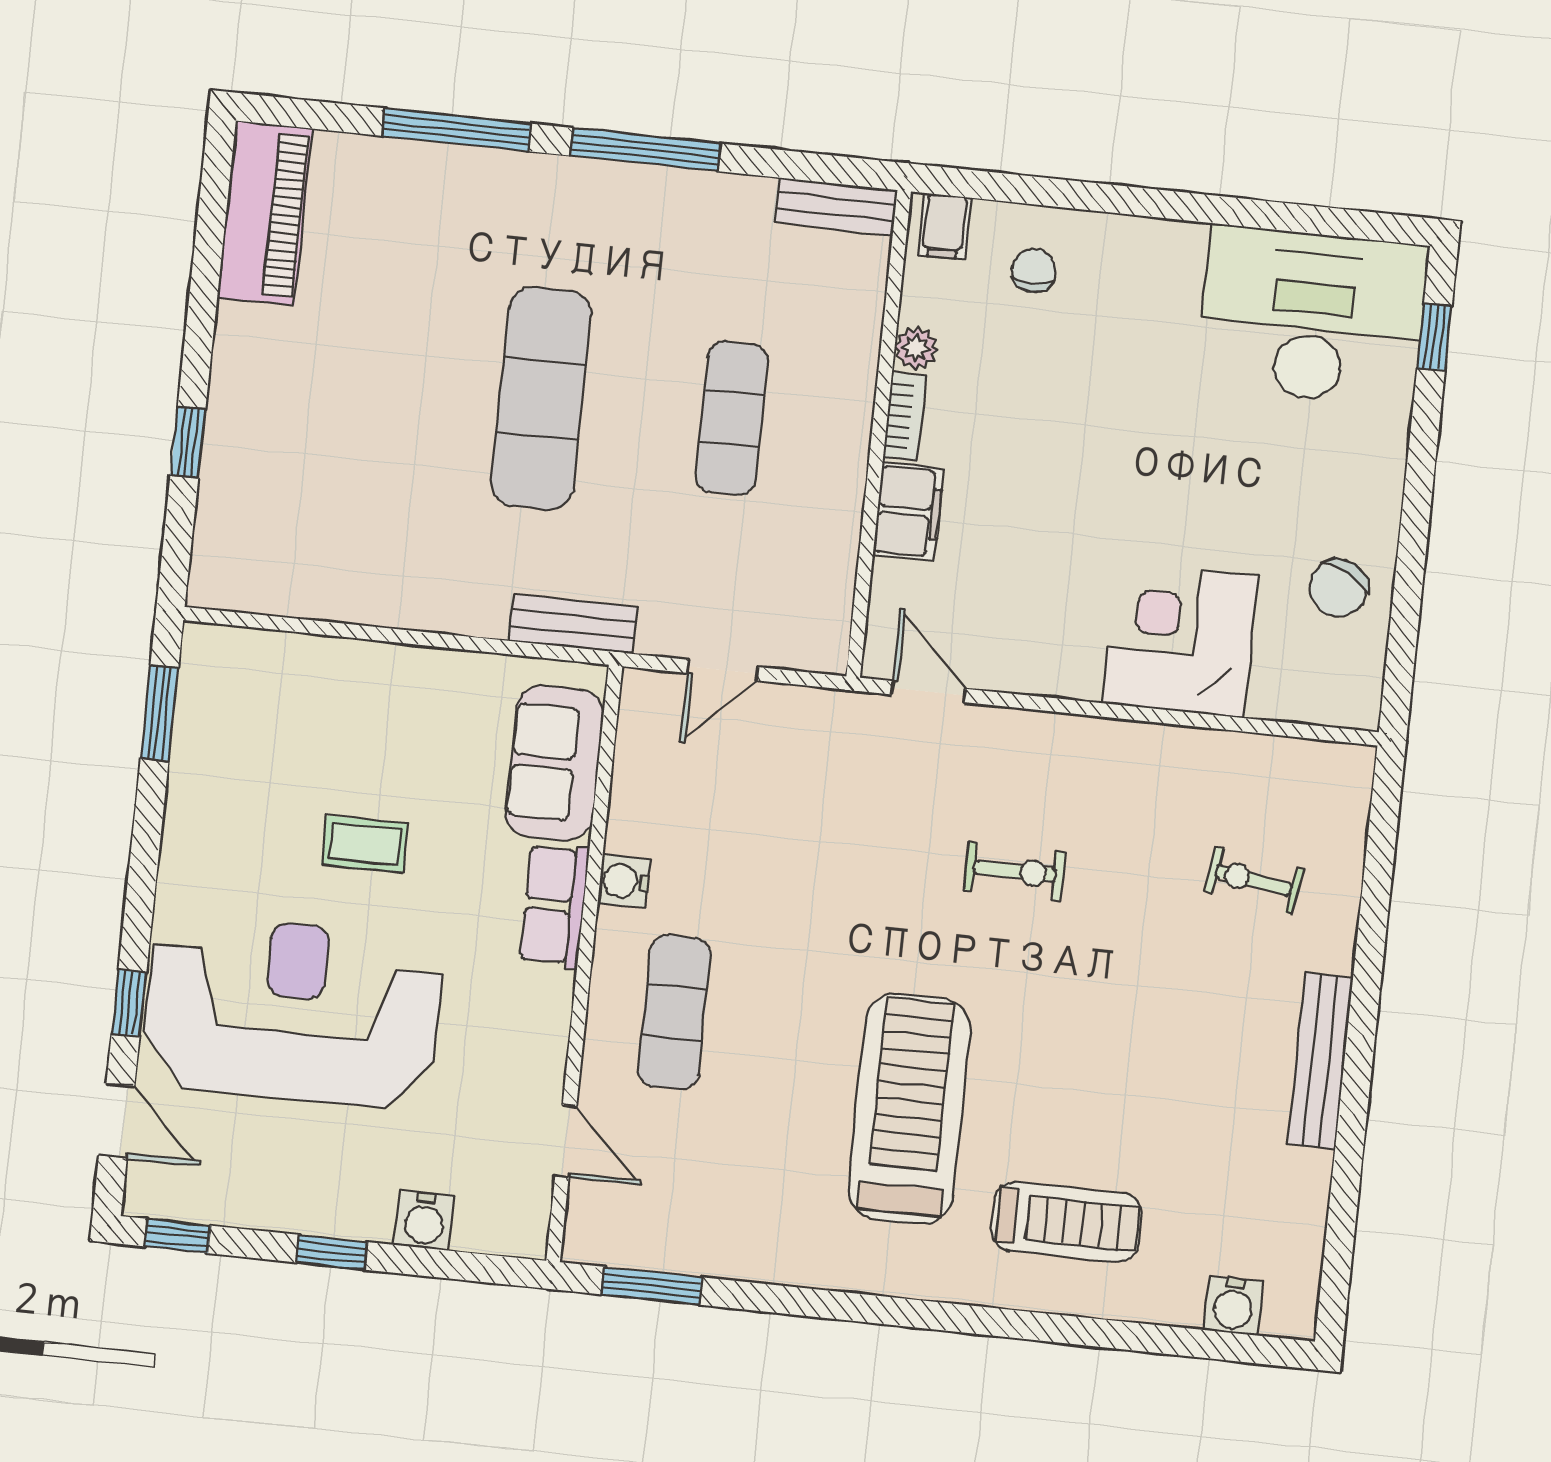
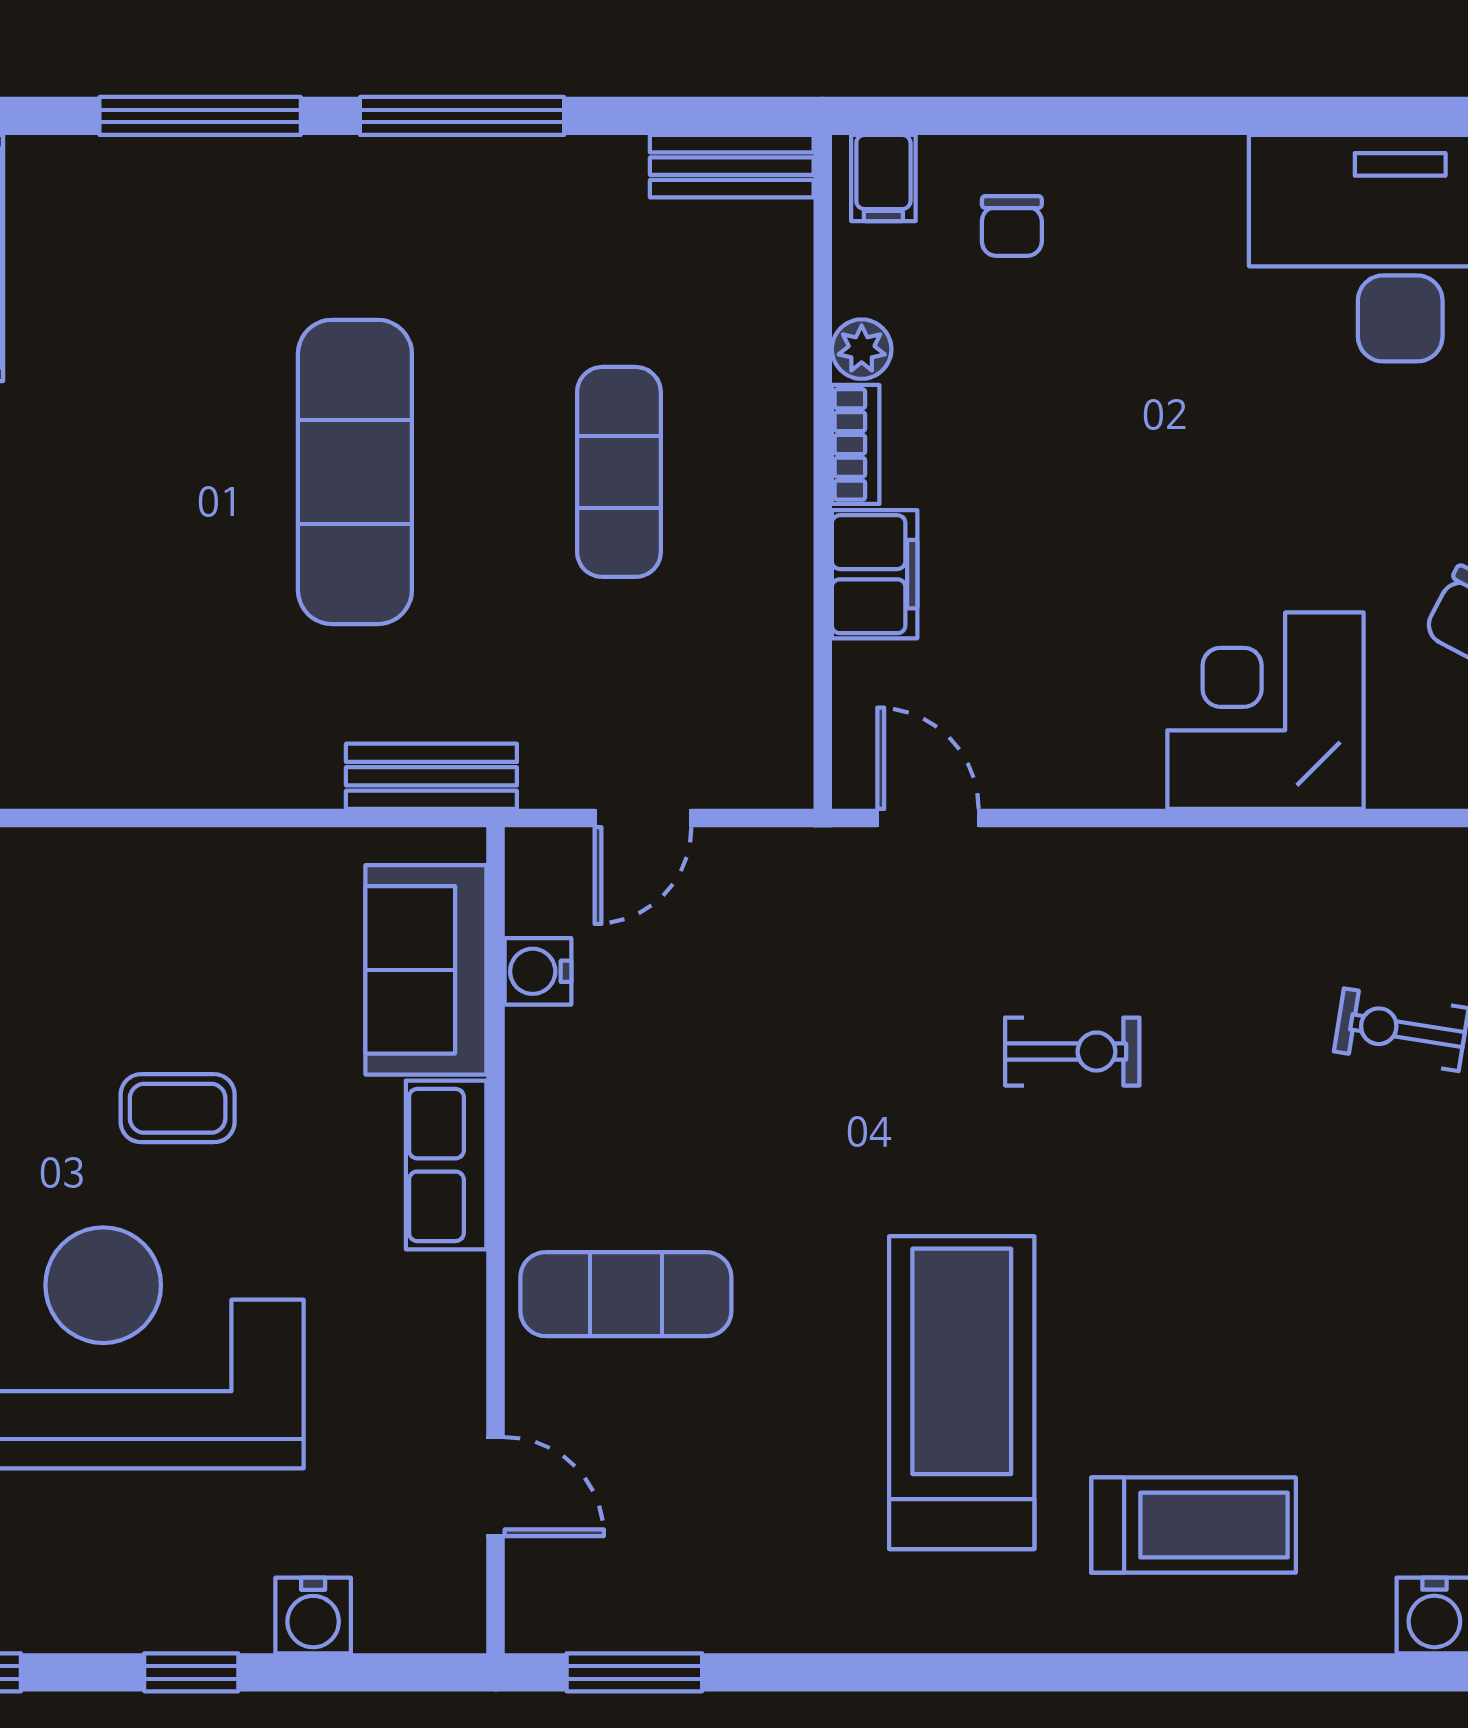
chair: (1034, 271) -> (1012, 226), turned 180
water cooler: (624, 881) -> (538, 971), moved
exercise mat: (674, 1012) -> (626, 1294), turned 90

